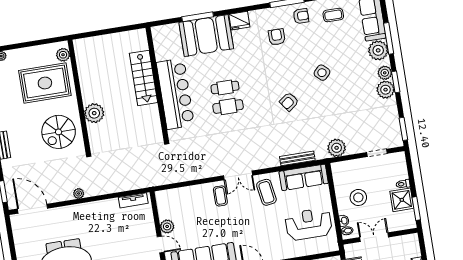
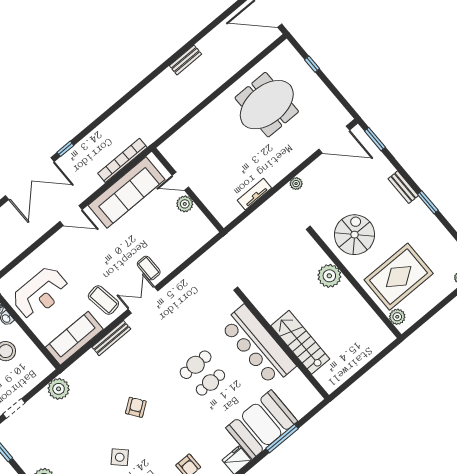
bench: (297, 158) -> (111, 338), moved
tv unit: (133, 200) -> (254, 194), moved

